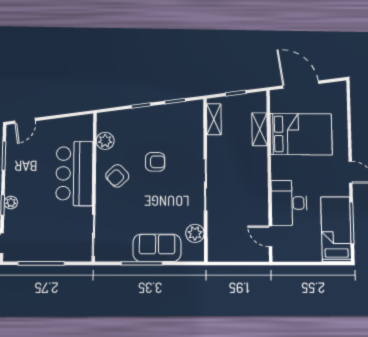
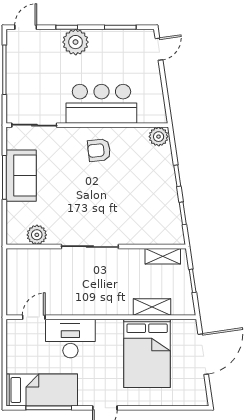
door: (25, 121) -> (159, 49), swing flipped
plant: (105, 141) -> (159, 137), moved
armchair: (155, 162) -> (115, 191), removed
armchair: (117, 176) -> (99, 150), turned -52
plant: (11, 202) -> (76, 42), width x1.88, depth x1.88
sofa: (157, 248) -> (21, 176), moved

